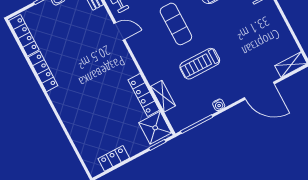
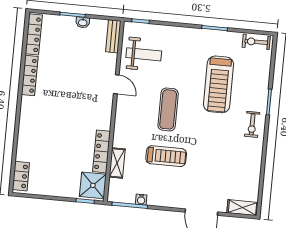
treadmill: (200, 64) -> (166, 156), turned 180
water cooler: (219, 105) -> (141, 200), moved
locker: (114, 158) -> (21, 176), moved, turned 90

